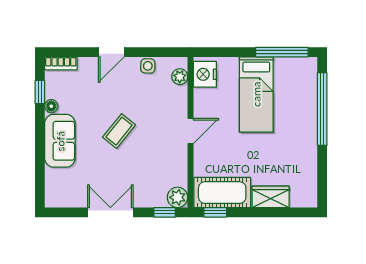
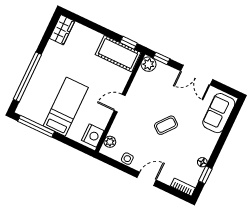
sofa: (60, 141) -> (219, 113), moved
wardrobe: (271, 197) -> (62, 30), moved, turned -90

